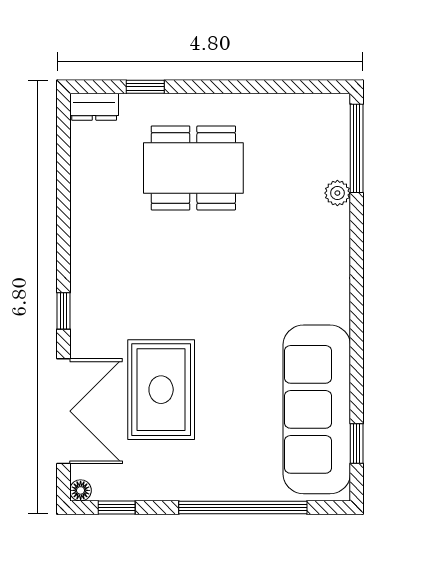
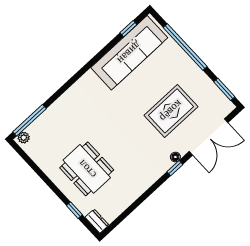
plant: (337, 193) -> (24, 138), moved
double door: (63, 411) -> (208, 137), swing flipped
floor lamp: (81, 490) -> (175, 157), moved
window: (117, 507) -> (224, 89), width x1.50

